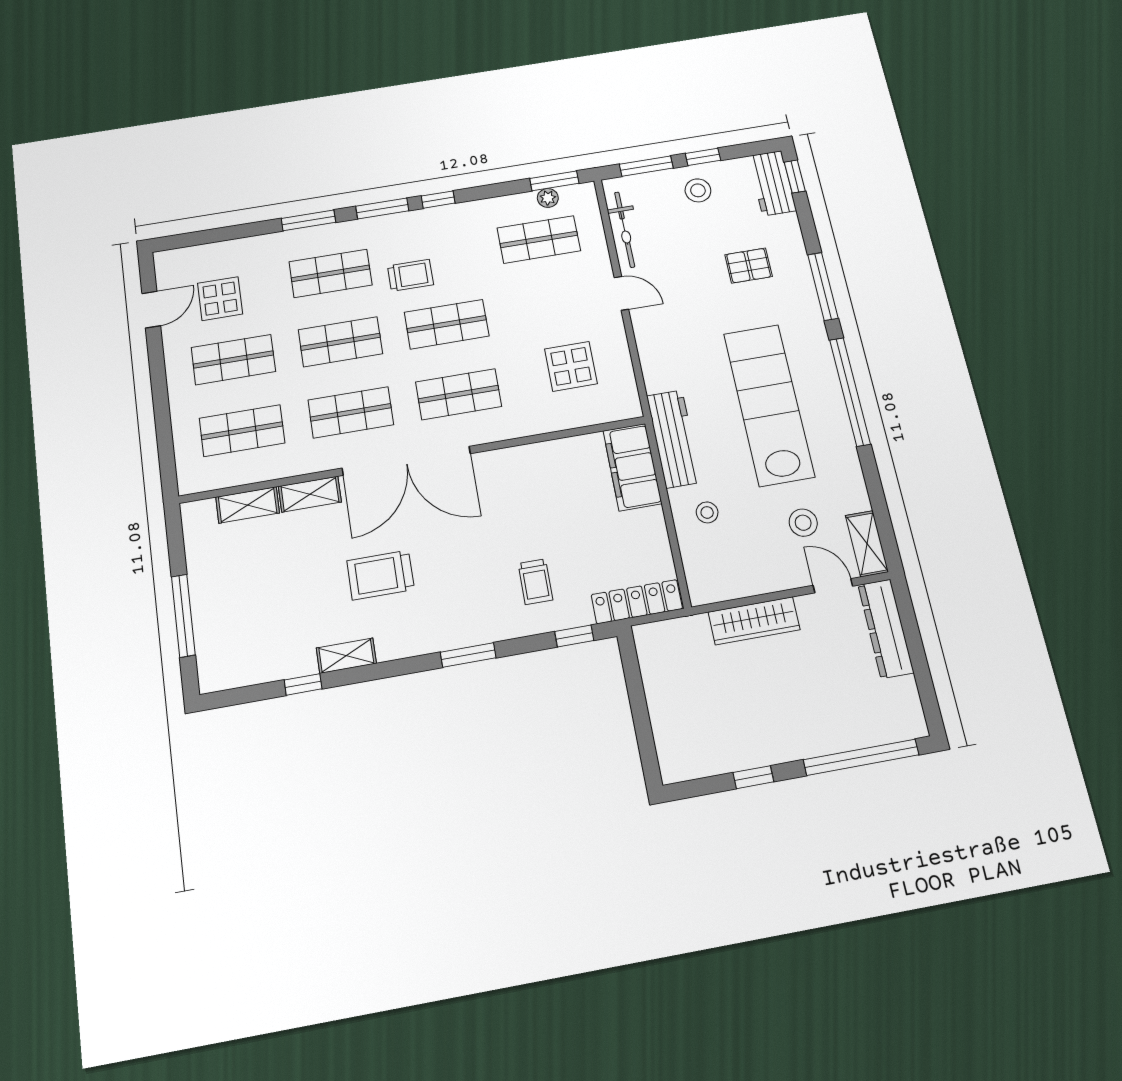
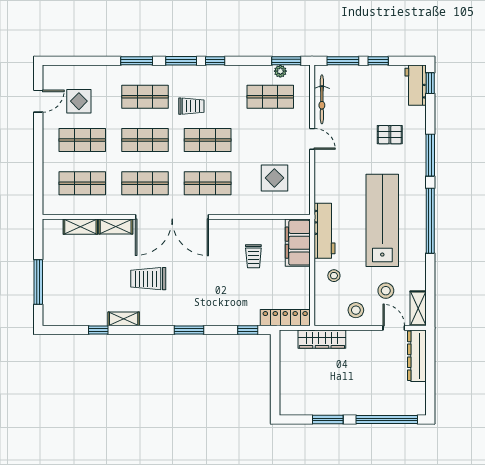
stool: (698, 190) -> (356, 310), moved
trolley: (535, 582) -> (253, 256), moved
wardrobe: (754, 621) -> (322, 339), moved
window: (753, 777) -> (328, 420), width x1.50

